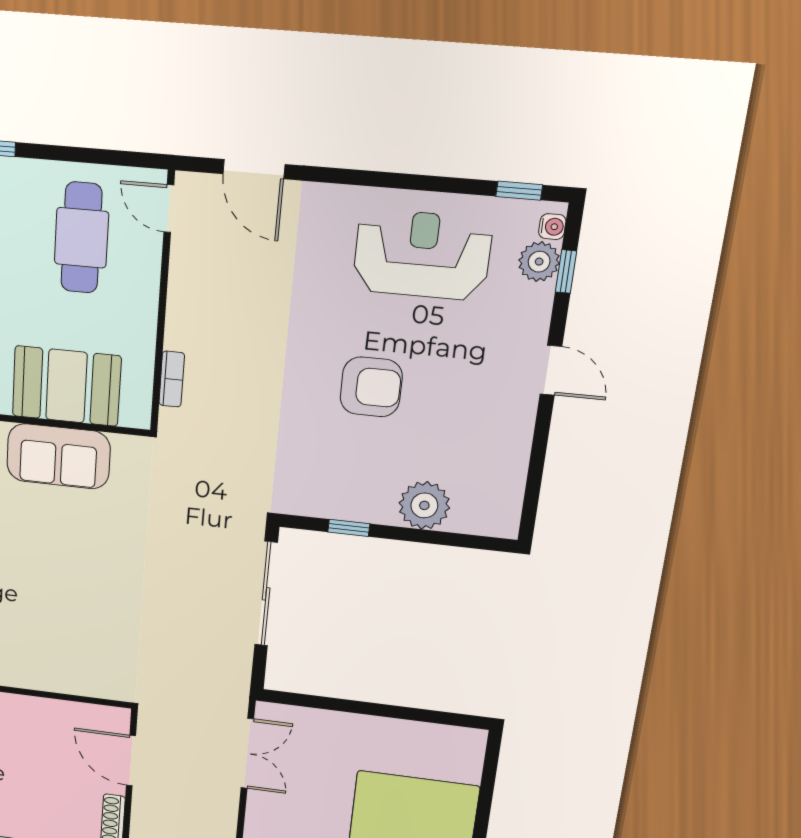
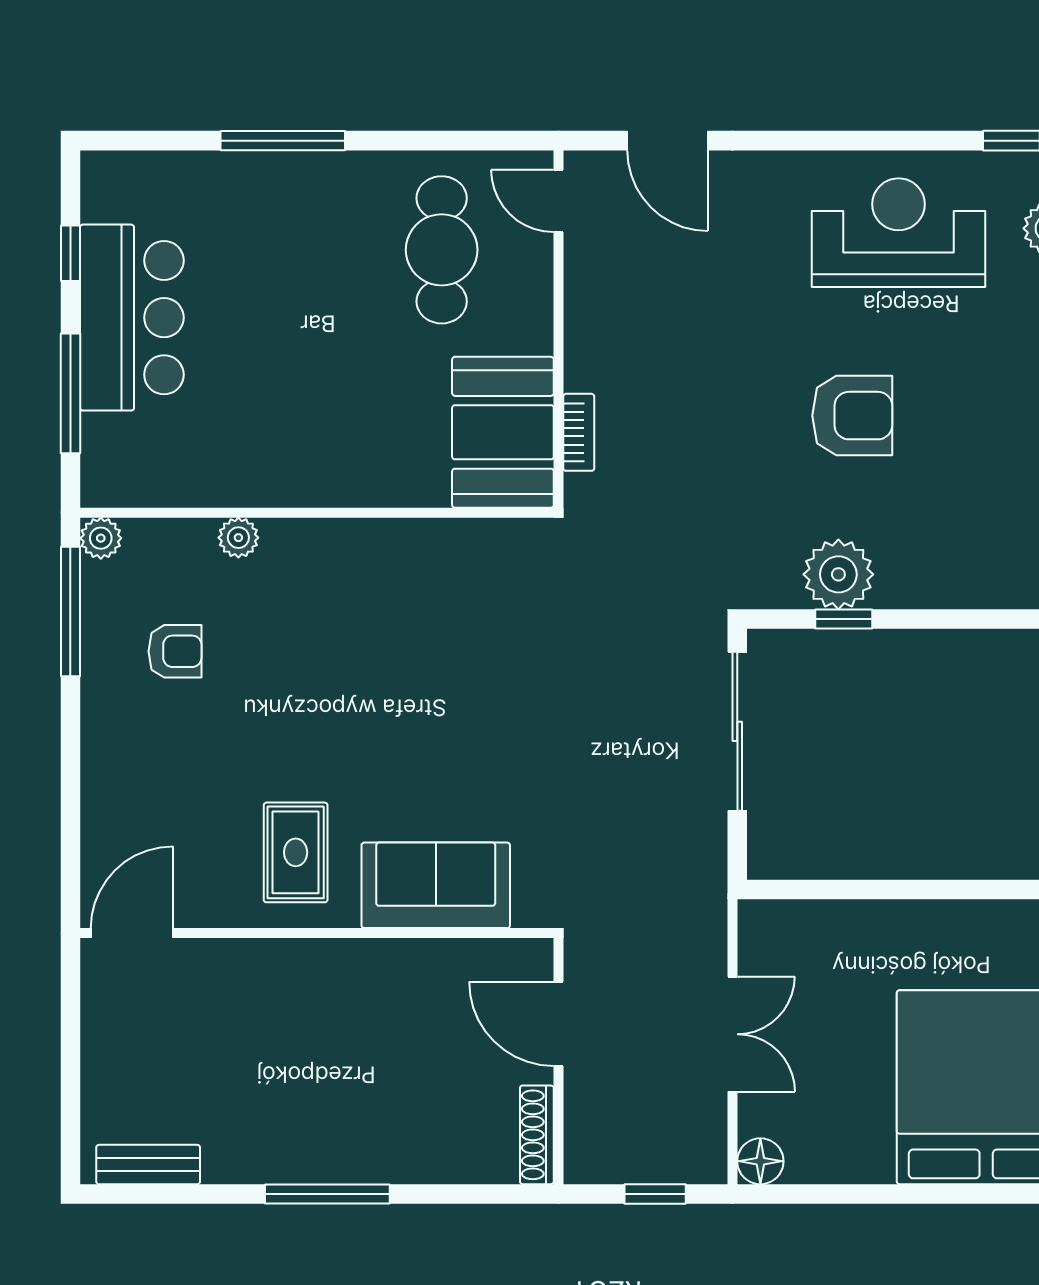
booth: (66, 386) -> (503, 432), moved, turned 90
sofa: (58, 456) -> (436, 885), moved, turned 180
plant: (424, 505) -> (838, 574), moved
double door: (247, 753) -> (732, 1034), moved

